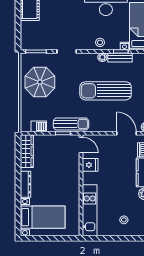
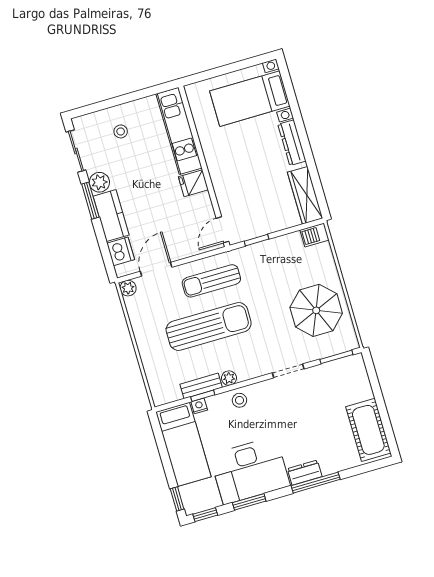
sun lounger: (71, 124) -> (211, 281), moved
barbecue: (39, 126) -> (314, 235), moved
door: (126, 133) -> (156, 269), swing flipped
door: (81, 145) -> (222, 230), hinge flipped
fridge: (90, 165) -> (193, 183), moved

